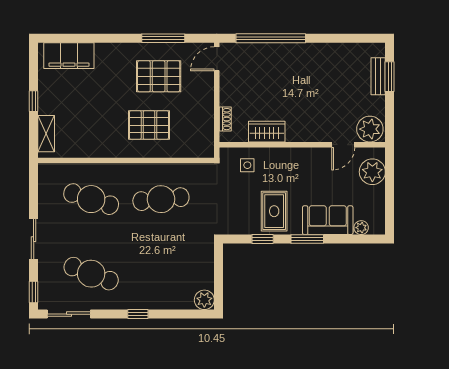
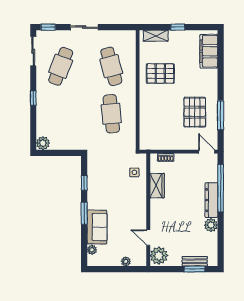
dresser: (288, 52) -> (211, 200), added
plant: (325, 53) -> (211, 225), added
pallet: (149, 125) -> (160, 74), moved, turned 90
plant: (372, 172) -> (126, 261), width x0.53, depth x0.53
cafe table: (91, 199) -> (111, 66), turned -33
rug: (274, 211) -> (103, 191), removed

